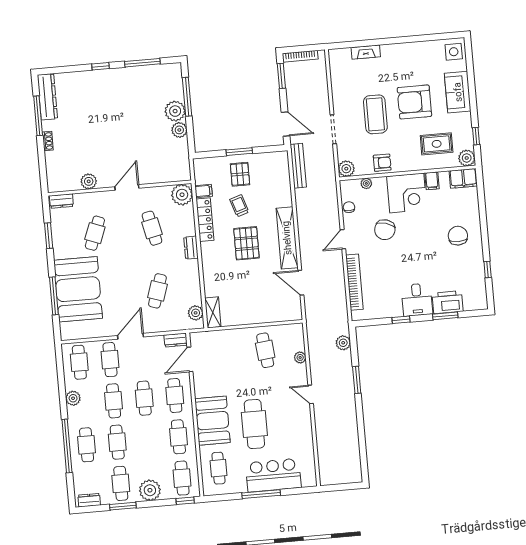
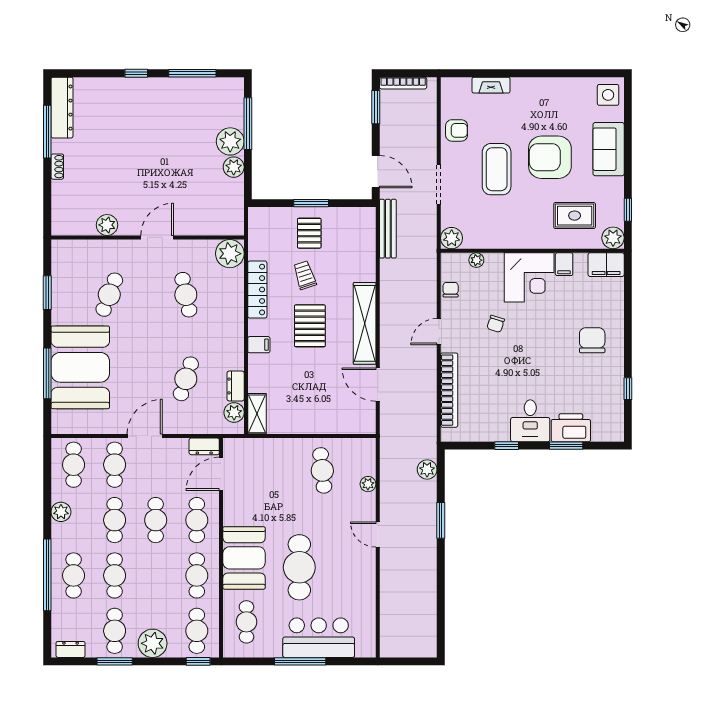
armchair: (382, 163) -> (457, 130), moved
filing cabinet: (204, 191) -> (259, 345), moved
dresser: (61, 201) -> (68, 248), removed
chair: (385, 230) -> (496, 324), width x0.54, depth x0.54
dresser: (191, 248) -> (236, 386), moved

